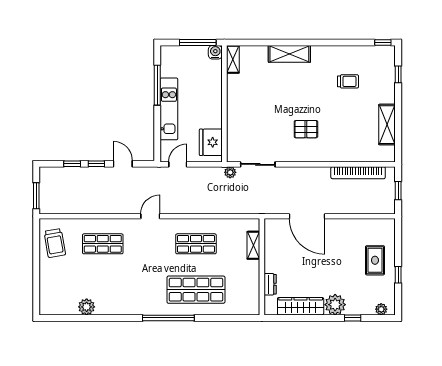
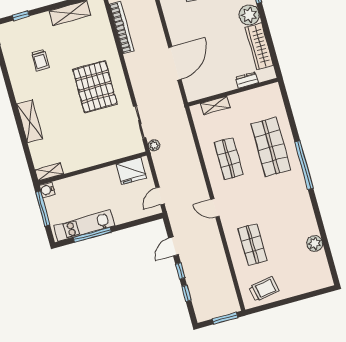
trolley: (348, 81) -> (40, 60), turned 180
kitchen unit: (169, 109) -> (84, 225), moved
pallet: (306, 129) -> (95, 87), width x2.05, depth x2.00
door: (178, 164) -> (160, 196), hinge flipped

